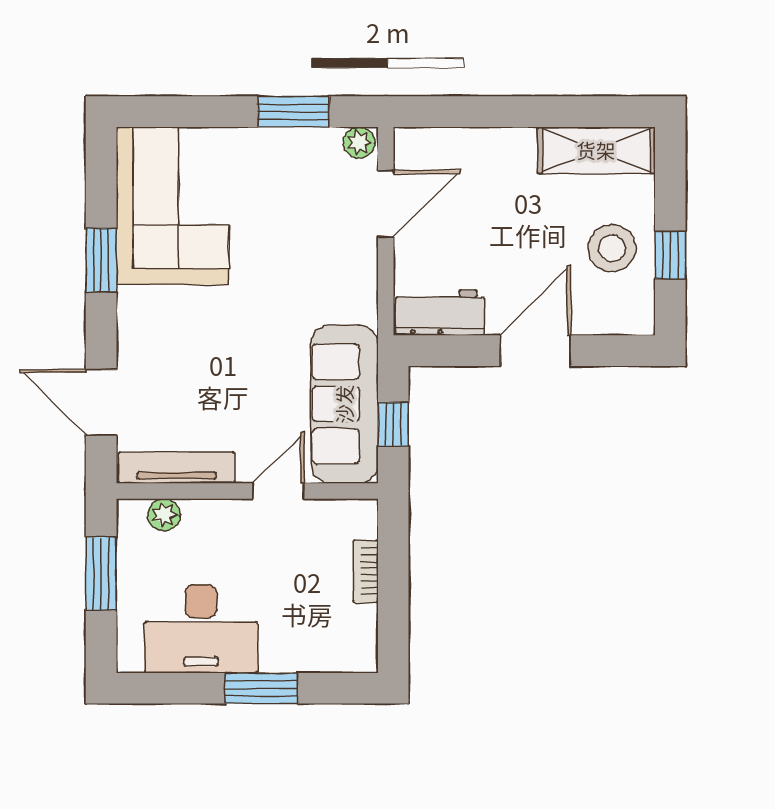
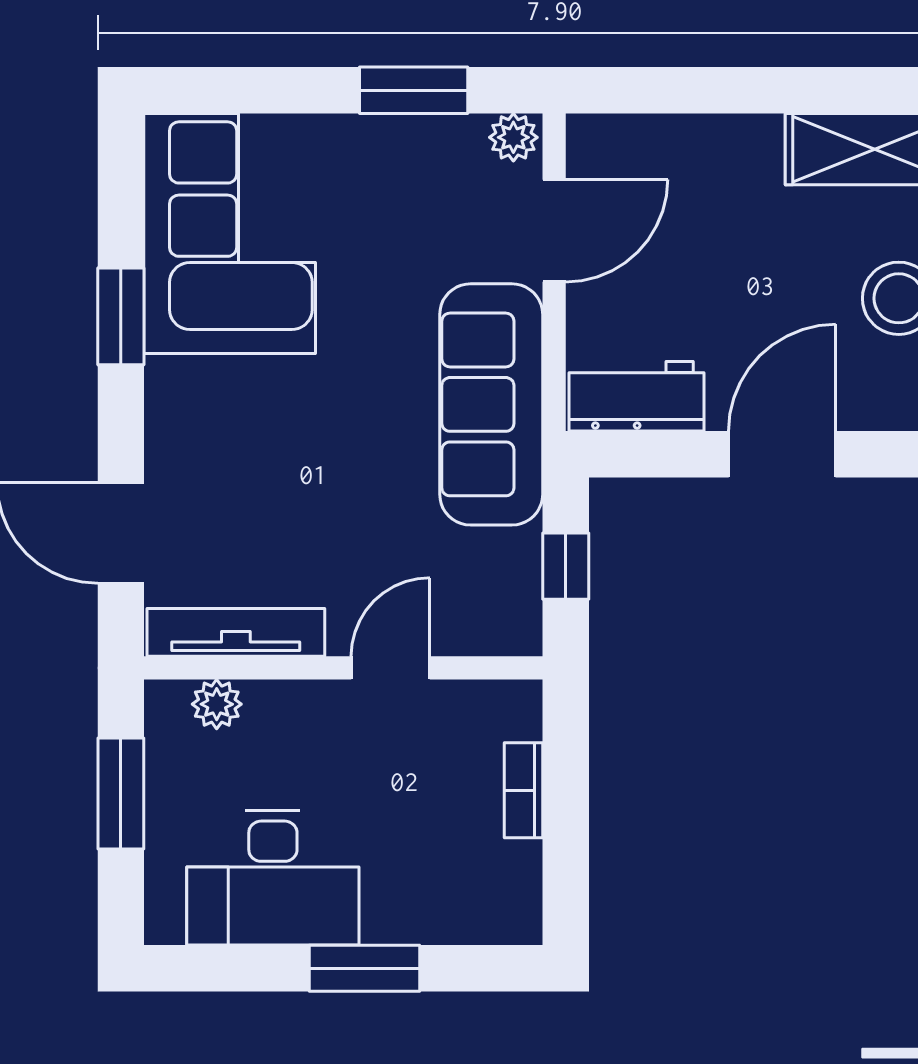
sofa: (344, 404) -> (491, 404), moved

